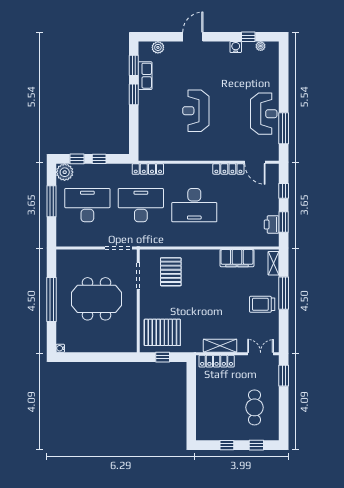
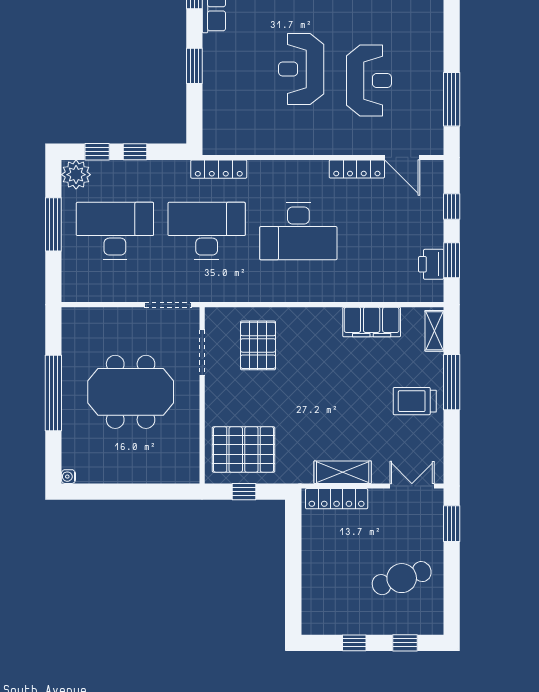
window: (134, 94) -> (194, 66), moved
reception desk: (264, 114) -> (369, 81), moved
cafe table: (255, 407) -> (402, 578), turned 72

